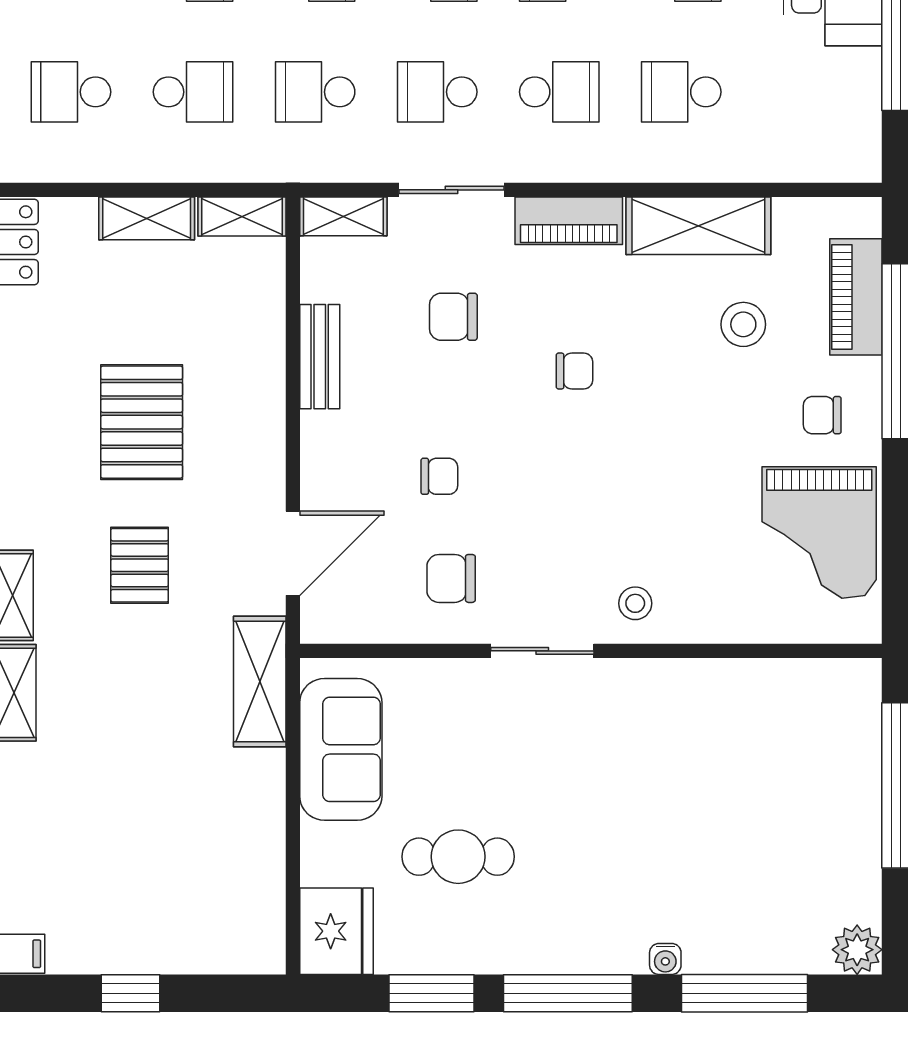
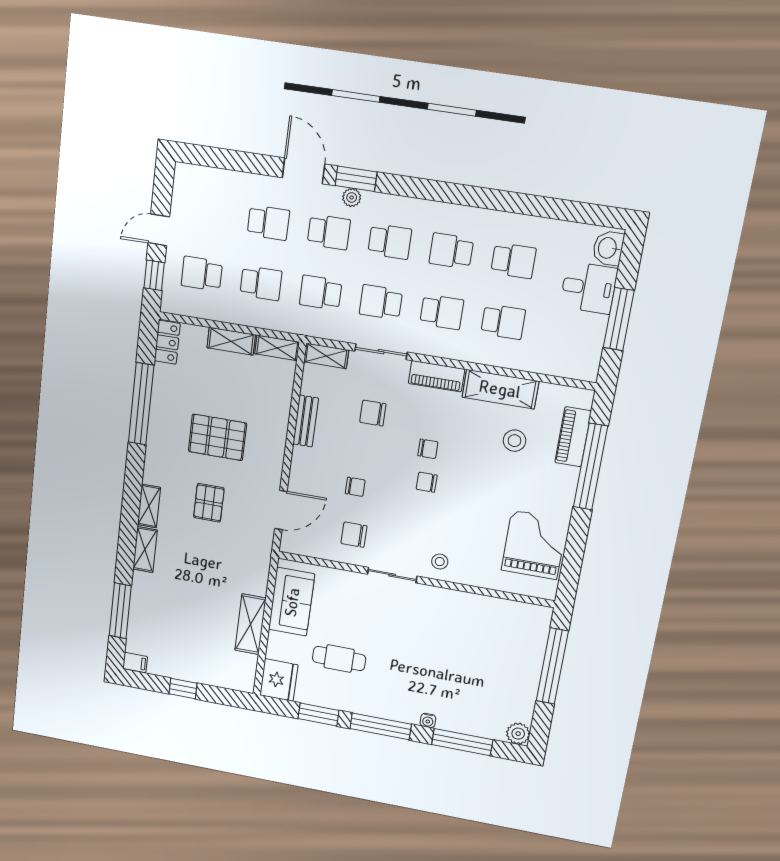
school desk: (681, 92) -> (503, 322), turned 180
chair: (822, 415) -> (427, 482), moved
pallet: (142, 422) -> (217, 437), turned 90
grand piano: (819, 532) -> (534, 545), turned 180
shelving: (260, 682) -> (250, 624), moved

